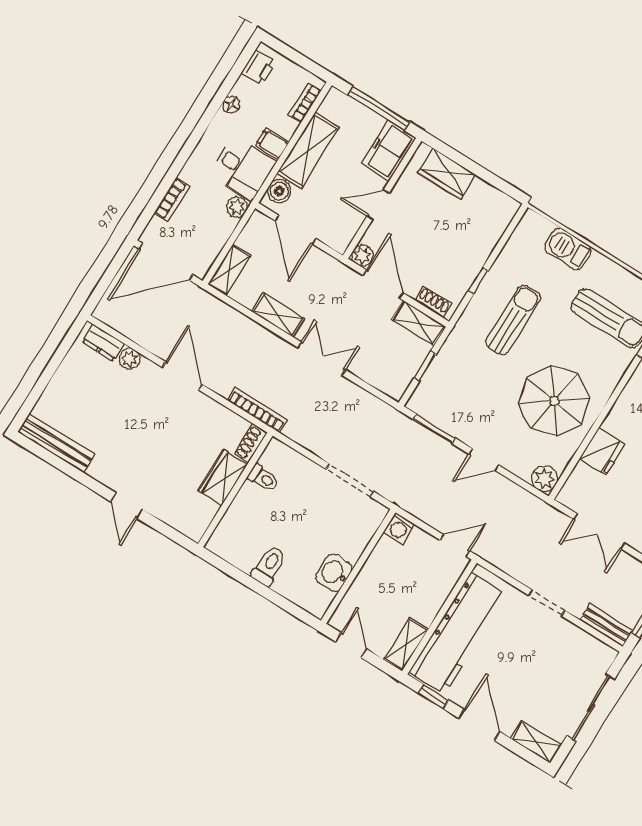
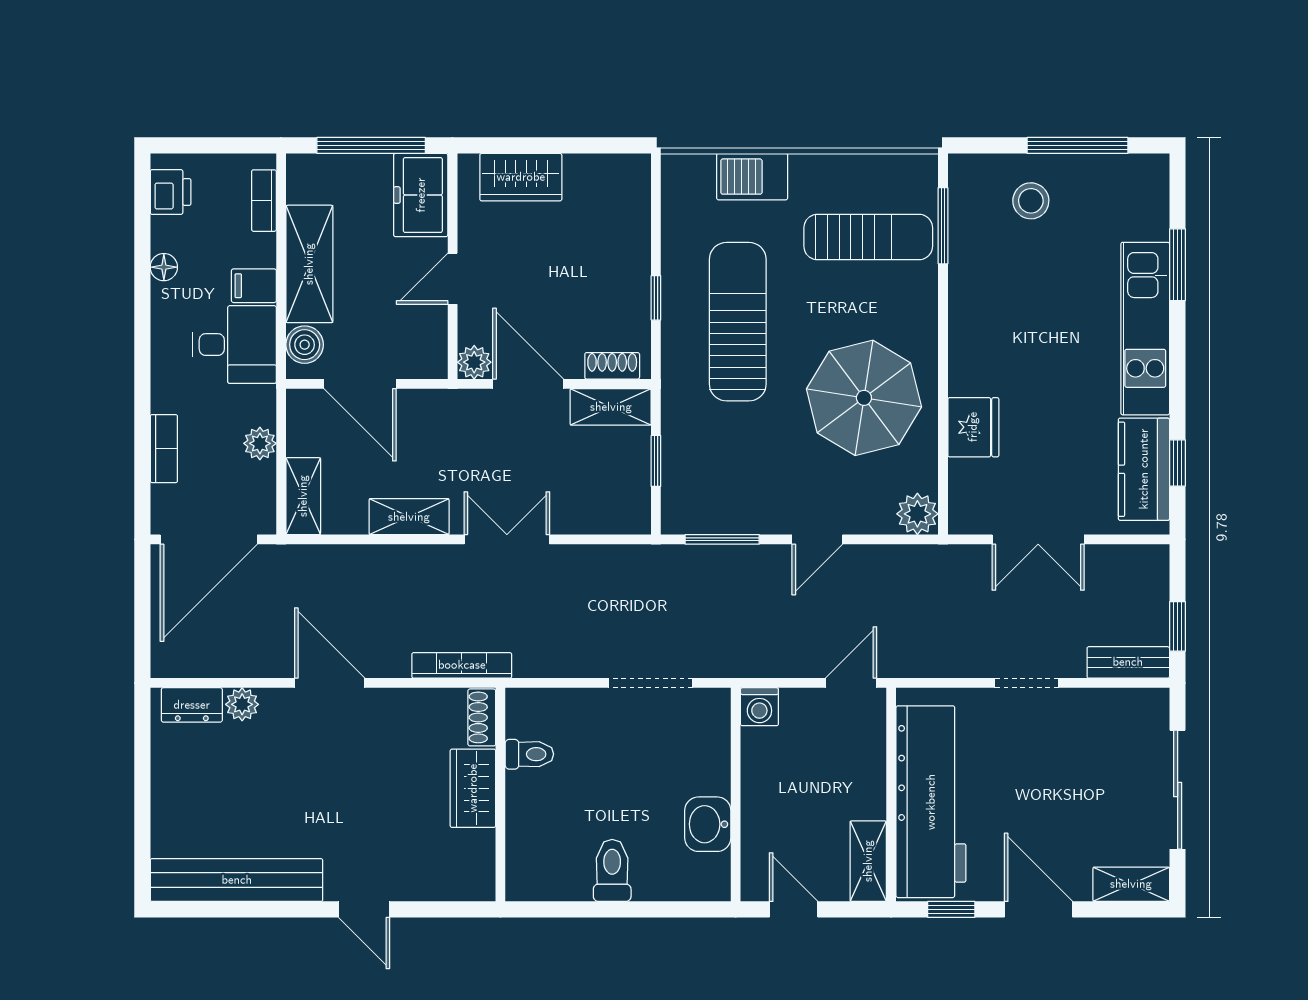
plant: (237, 207) -> (260, 443), moved
sun lounger: (513, 320) -> (738, 322), width x1.36, depth x1.34
bench: (56, 443) -> (237, 880), width x1.37, depth x1.21

